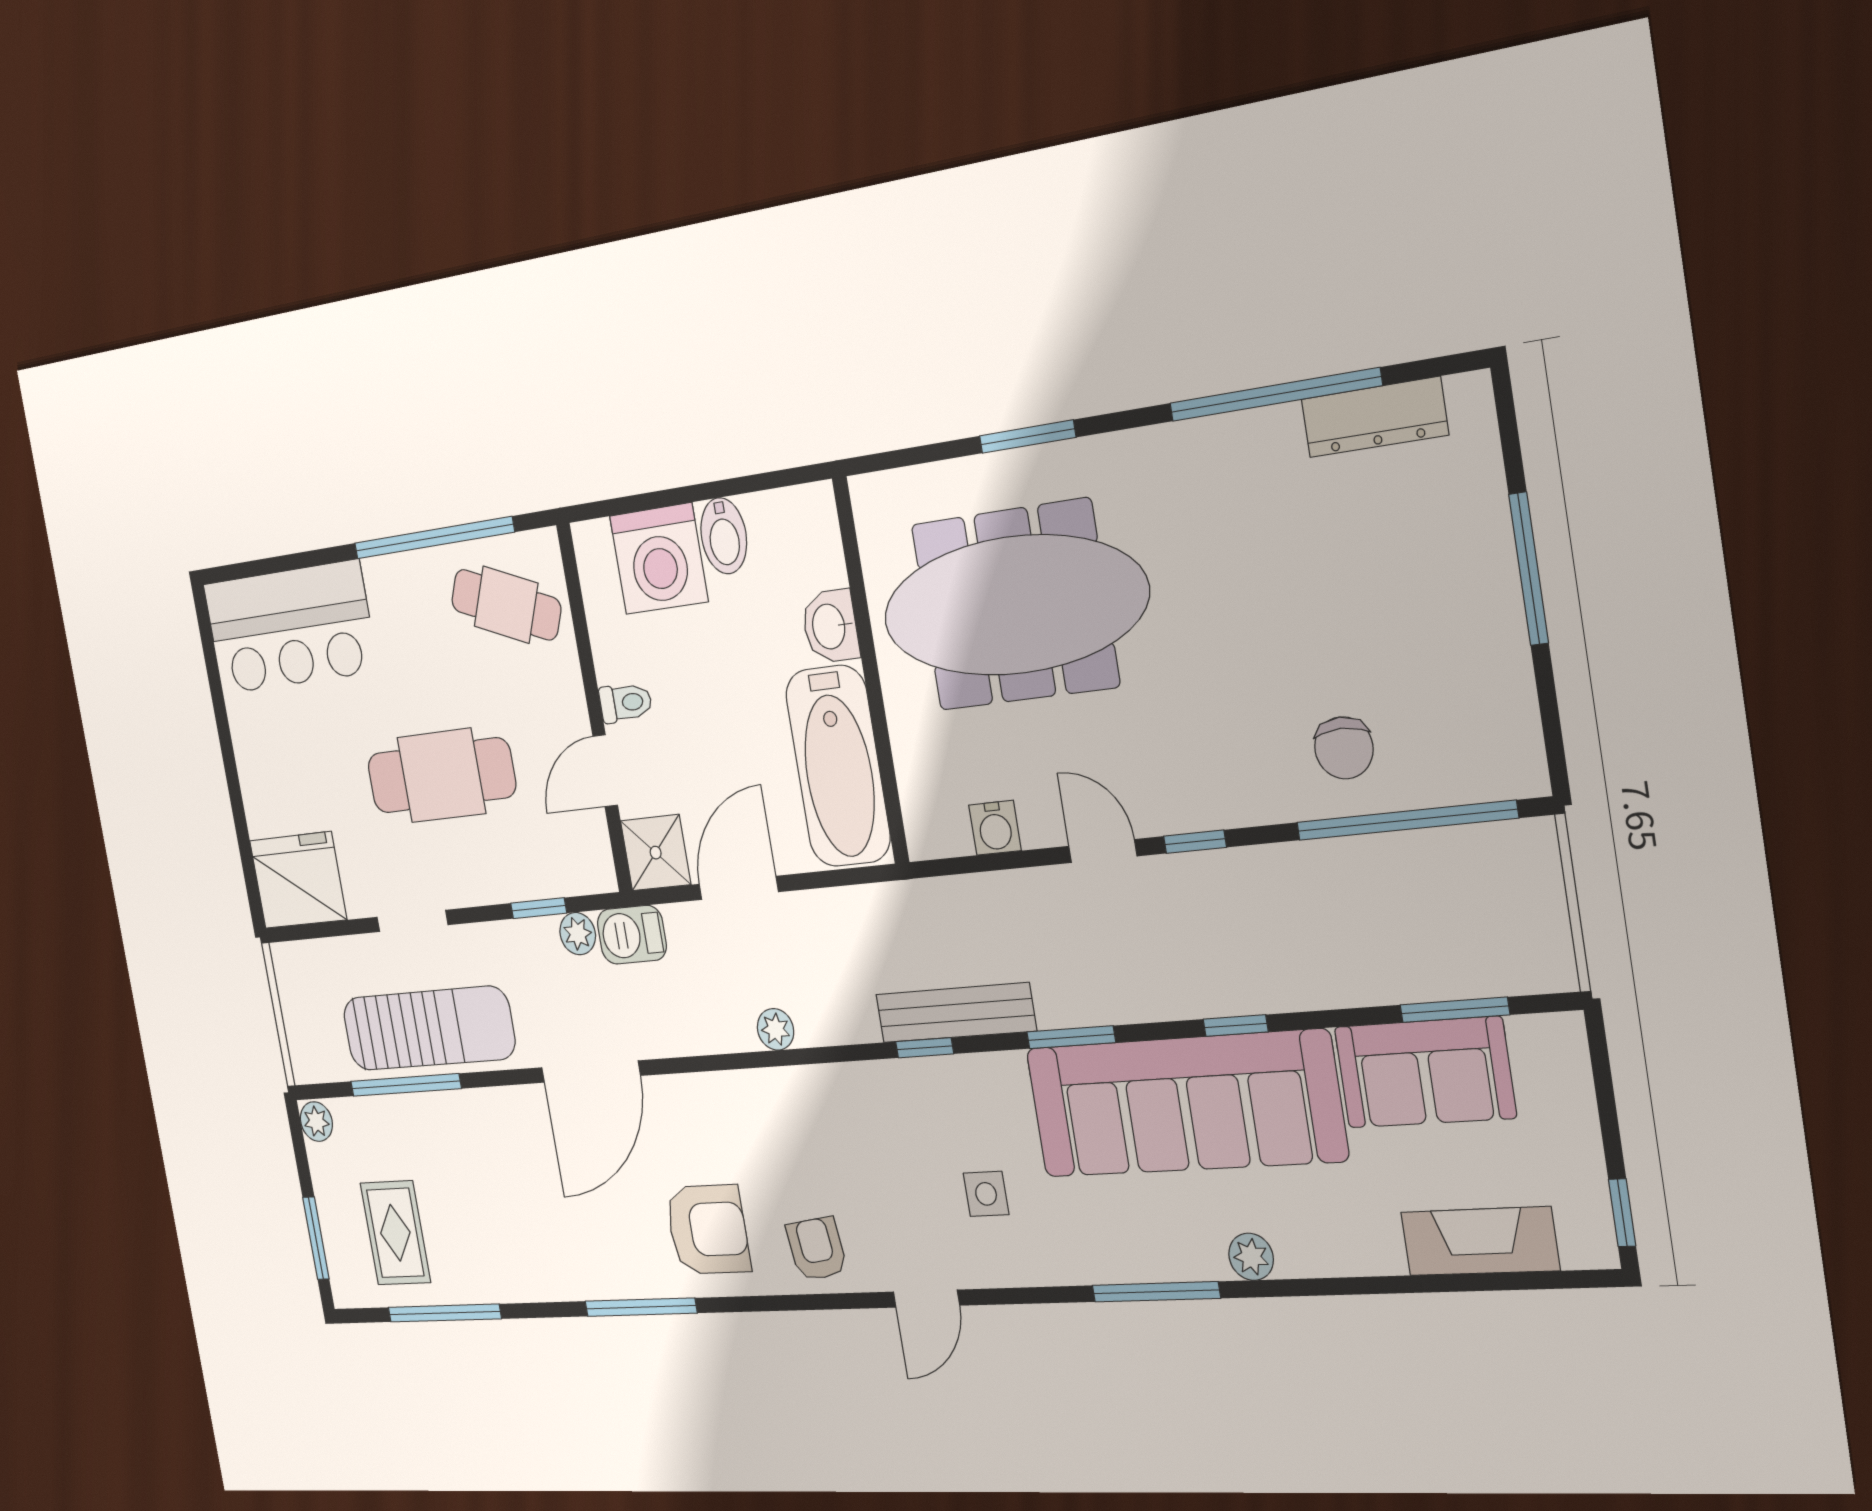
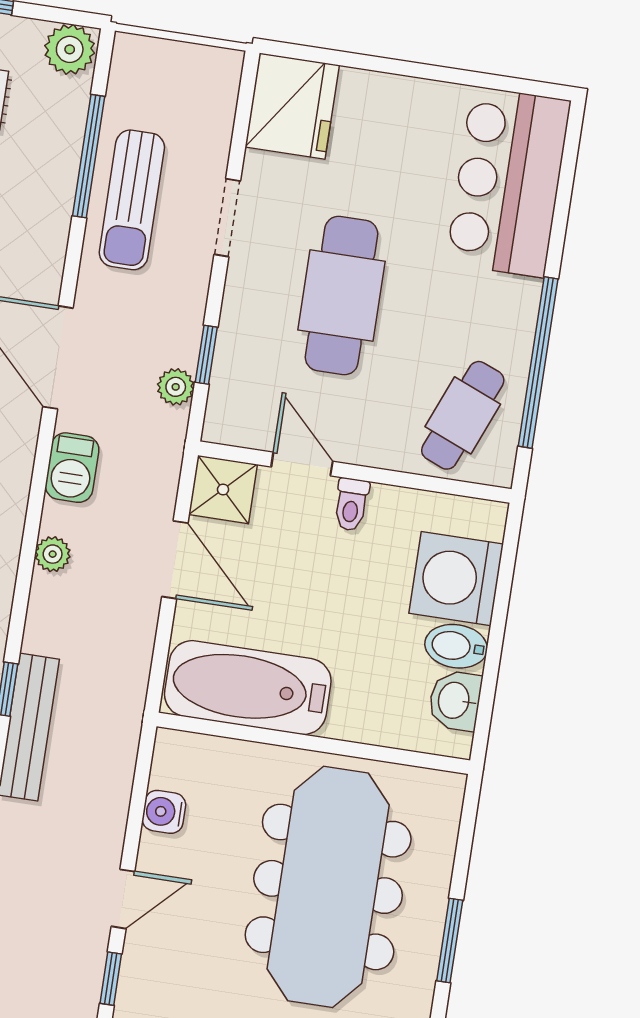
washbasin: (830, 626) -> (455, 701), moved, turned -90
barbecue: (632, 935) -> (72, 468), moved, turned 180
sun lounger: (429, 1028) -> (132, 200), width x0.73, depth x0.75
plant: (316, 1122) -> (70, 49), width x1.38, depth x1.38

